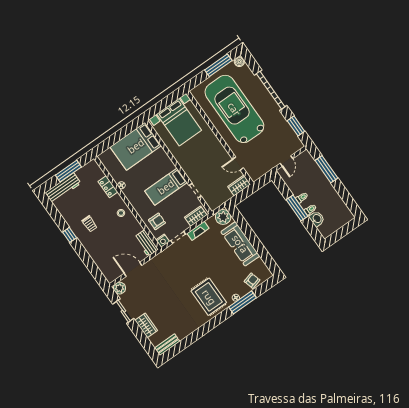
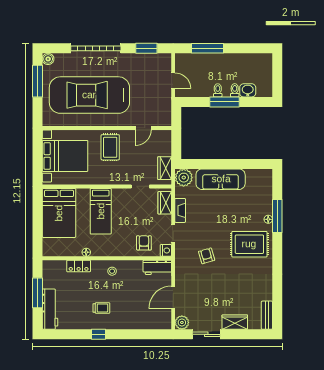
rug: (208, 150) -> (110, 147), added
wardrobe: (239, 185) -> (165, 168), moved
bed: (166, 187) -> (101, 211), moved
armchair: (252, 281) -> (207, 256), moved

